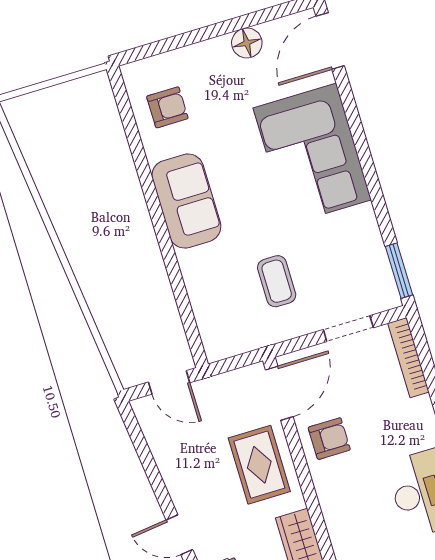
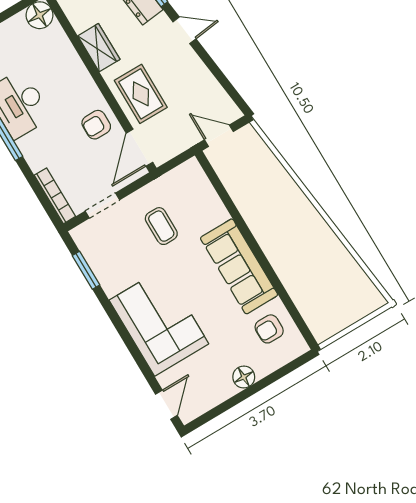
door: (330, 41) -> (166, 405), width x0.73
floor lamp: (247, 43) -> (244, 377), moved
sofa: (186, 201) -> (239, 266), width x1.36
window: (399, 271) -> (86, 270), moved

